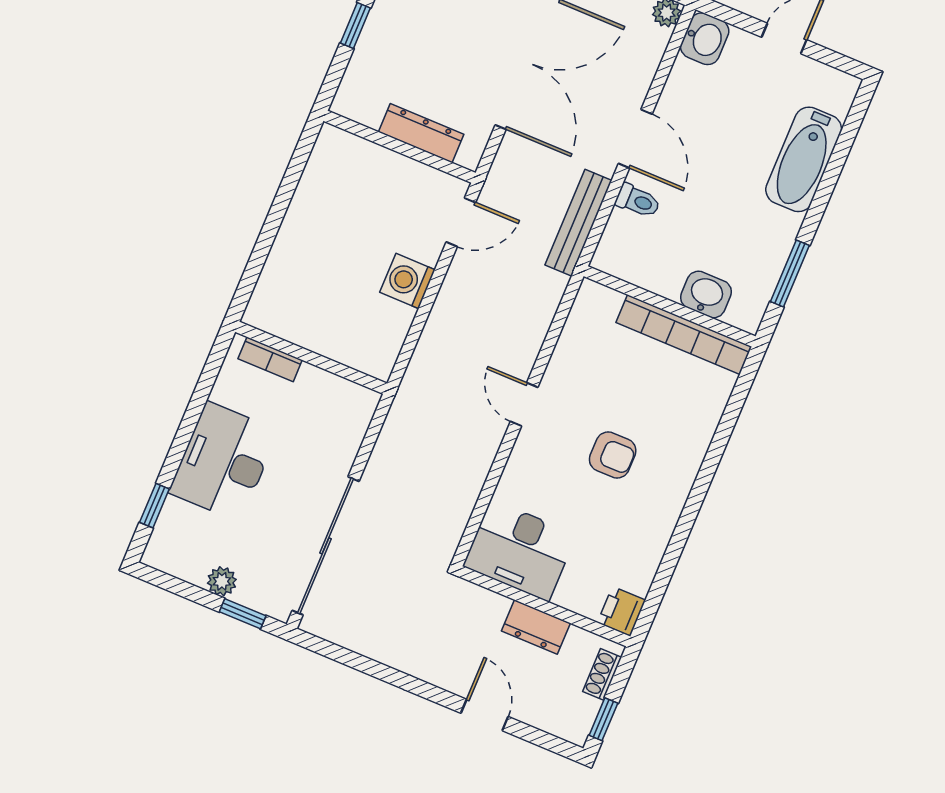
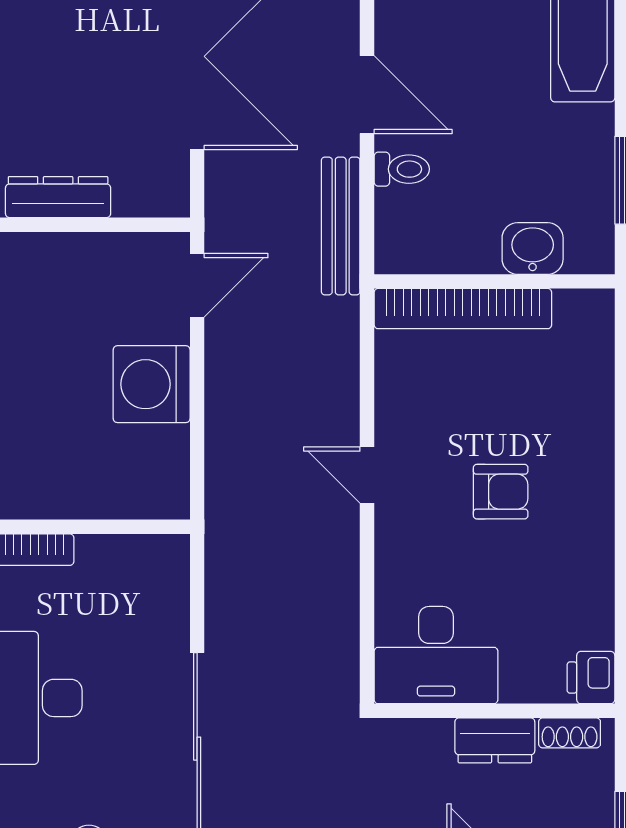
dresser: (421, 133) -> (58, 197), moved
washing machine: (407, 281) -> (152, 384), width x1.37, depth x1.37
bookcase: (684, 335) -> (463, 309), moved
shoe rack: (602, 674) -> (570, 733), moved, turned -90

